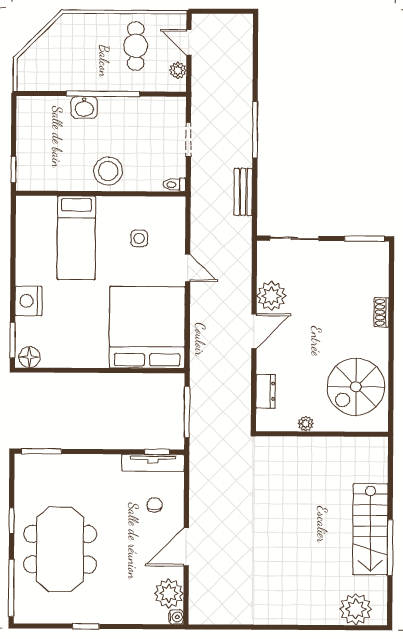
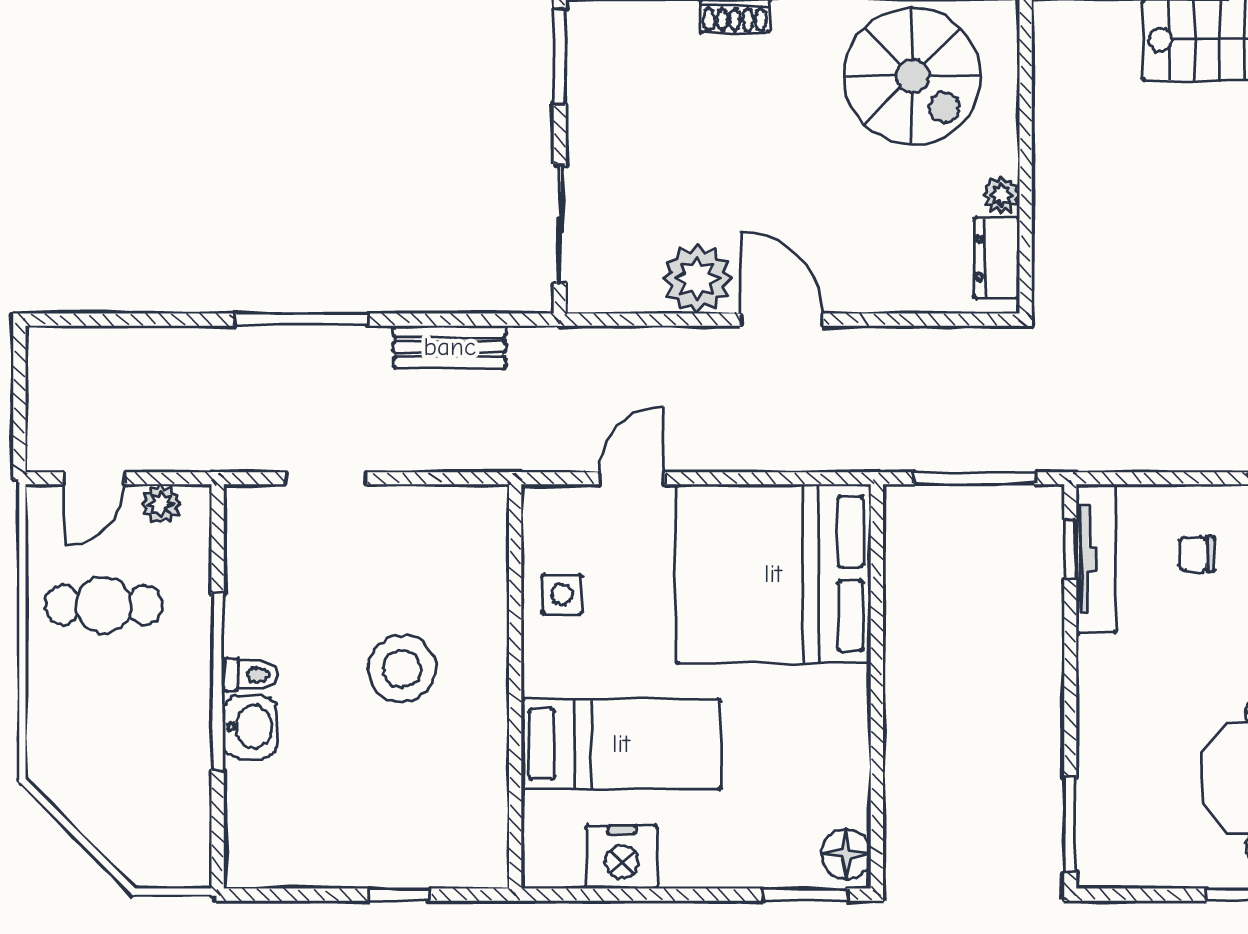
toilet: (174, 185) -> (250, 675), moved, turned -90
wall: (101, 194) -> (515, 686), moved
bed: (76, 238) -> (621, 744), moved
nightstand: (29, 301) -> (622, 857), moved
dresser: (266, 391) -> (997, 258), moved, turned -90

